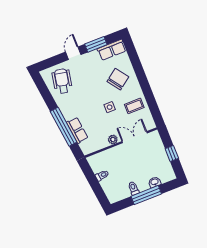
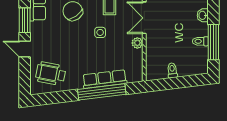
row of seats: (77, 130) -> (105, 79), width x1.48
window: (146, 195) -> (213, 42), moved

